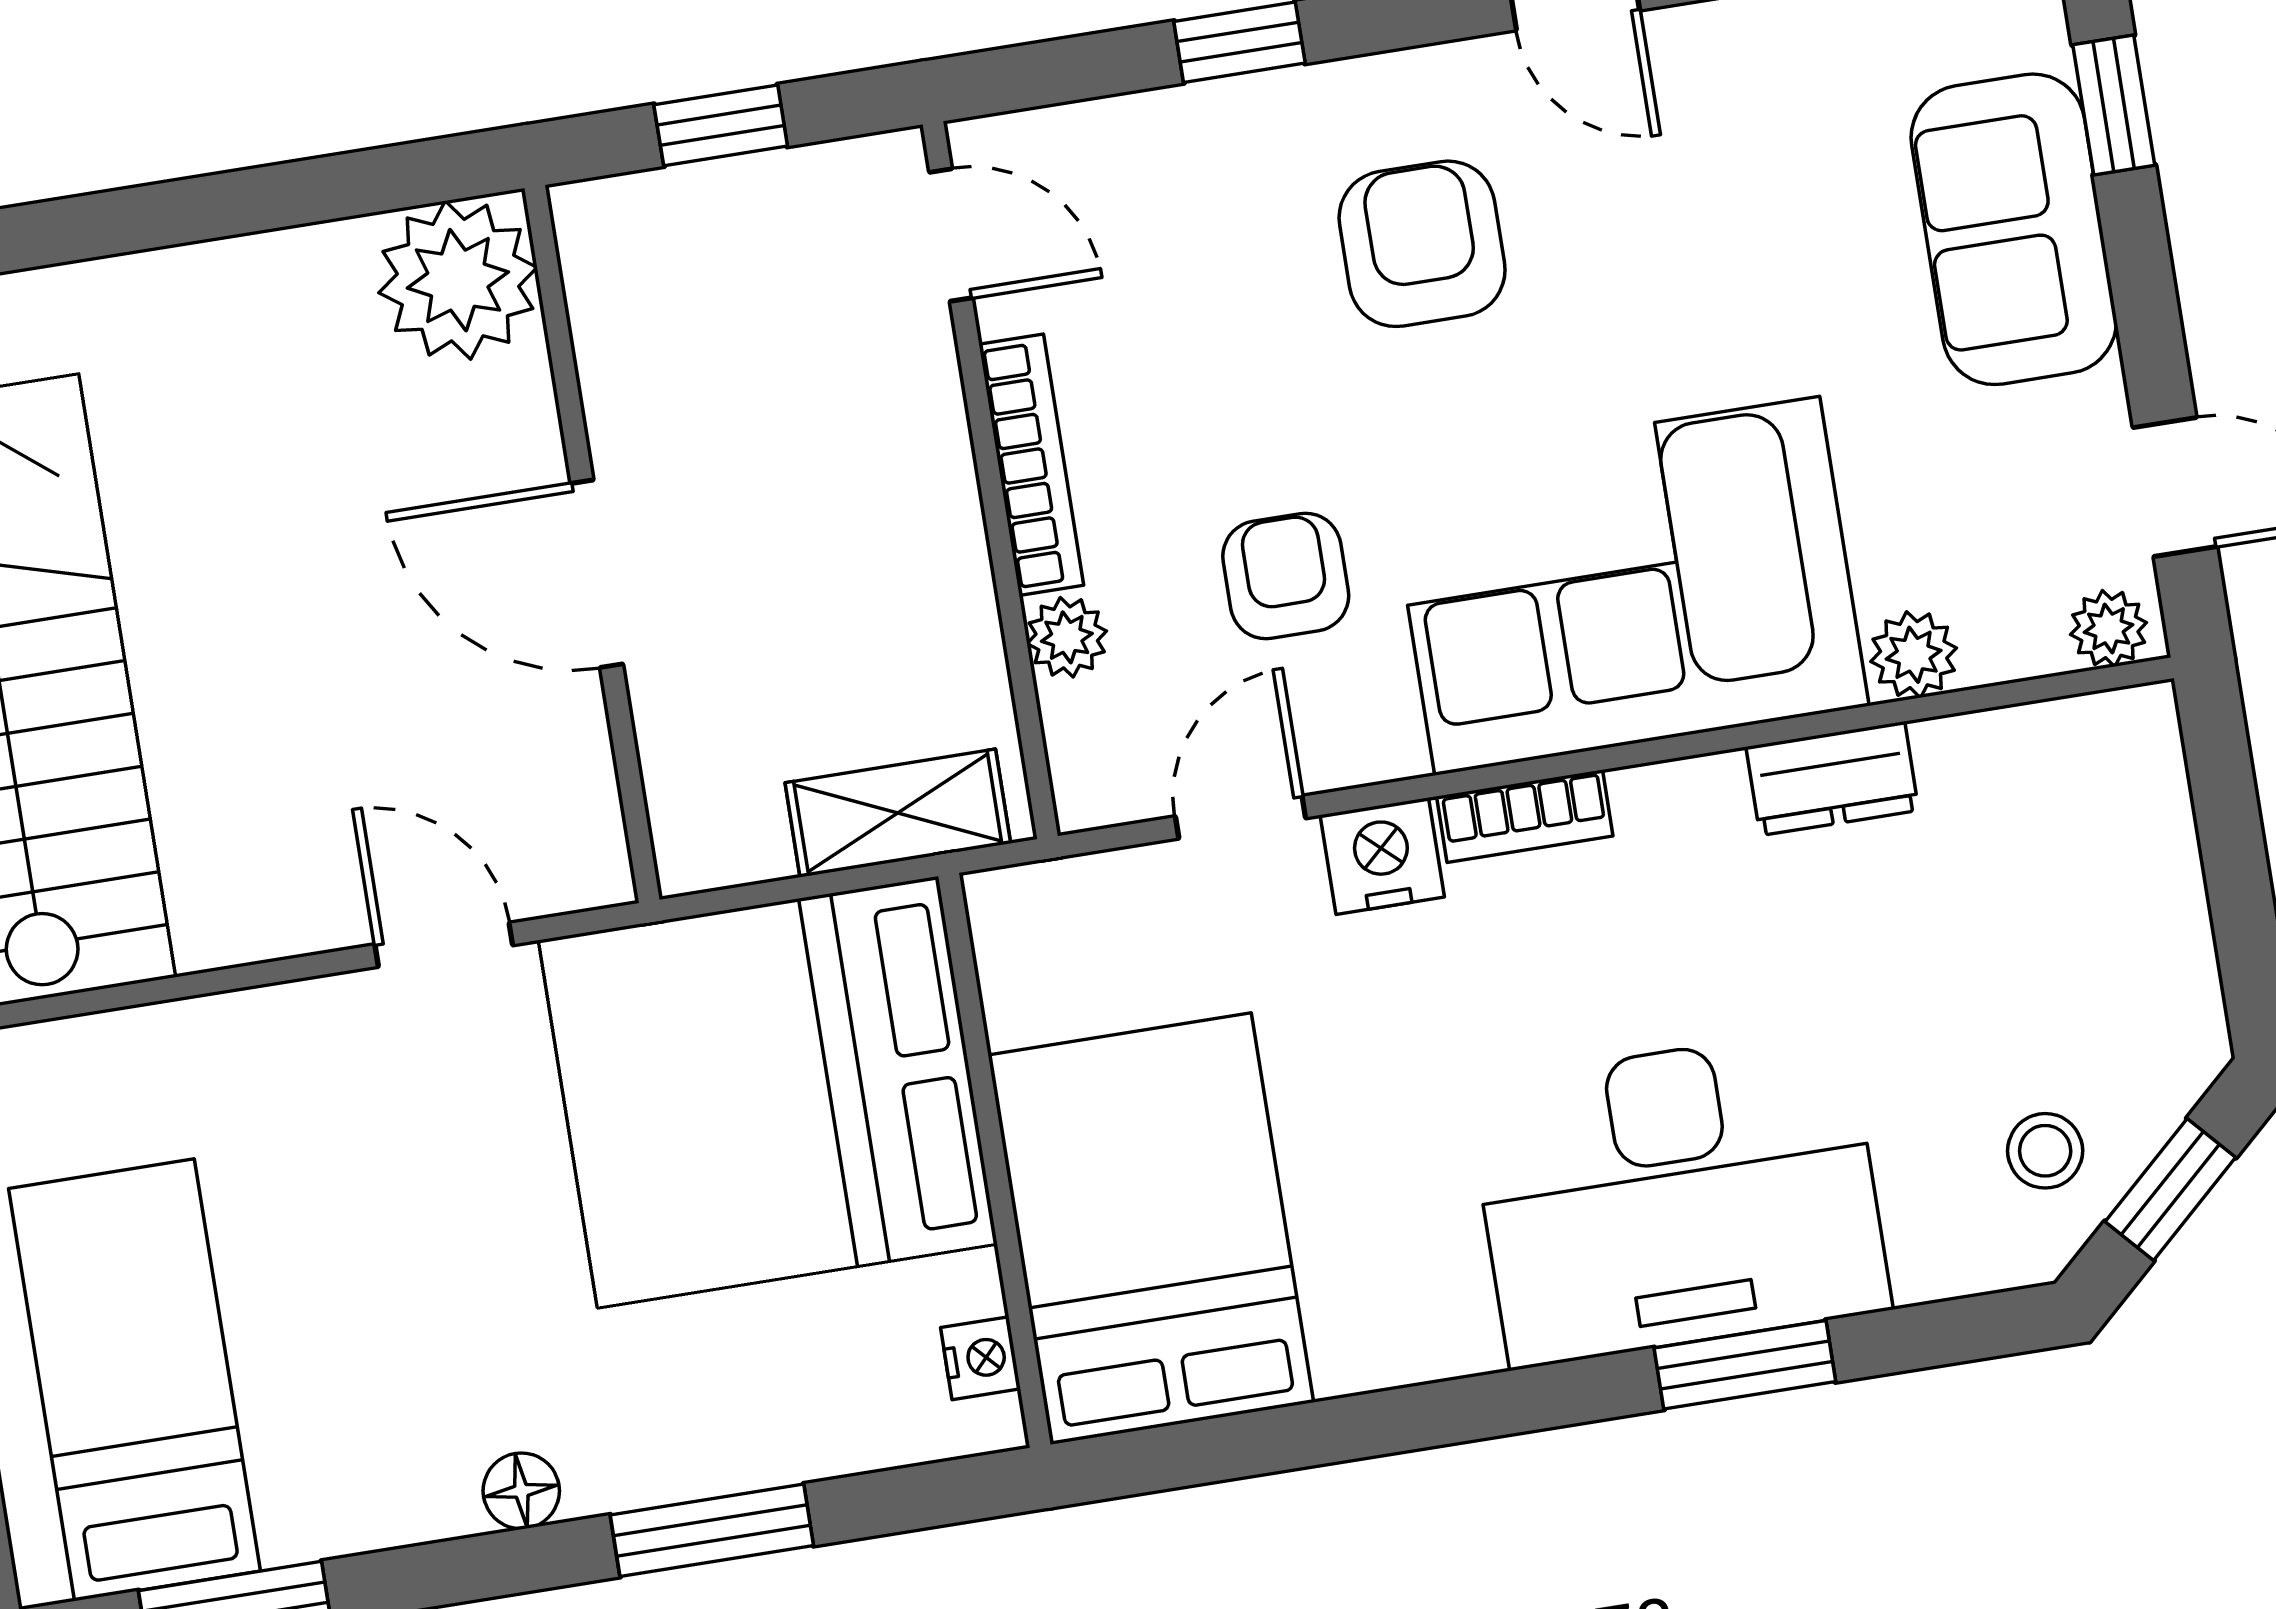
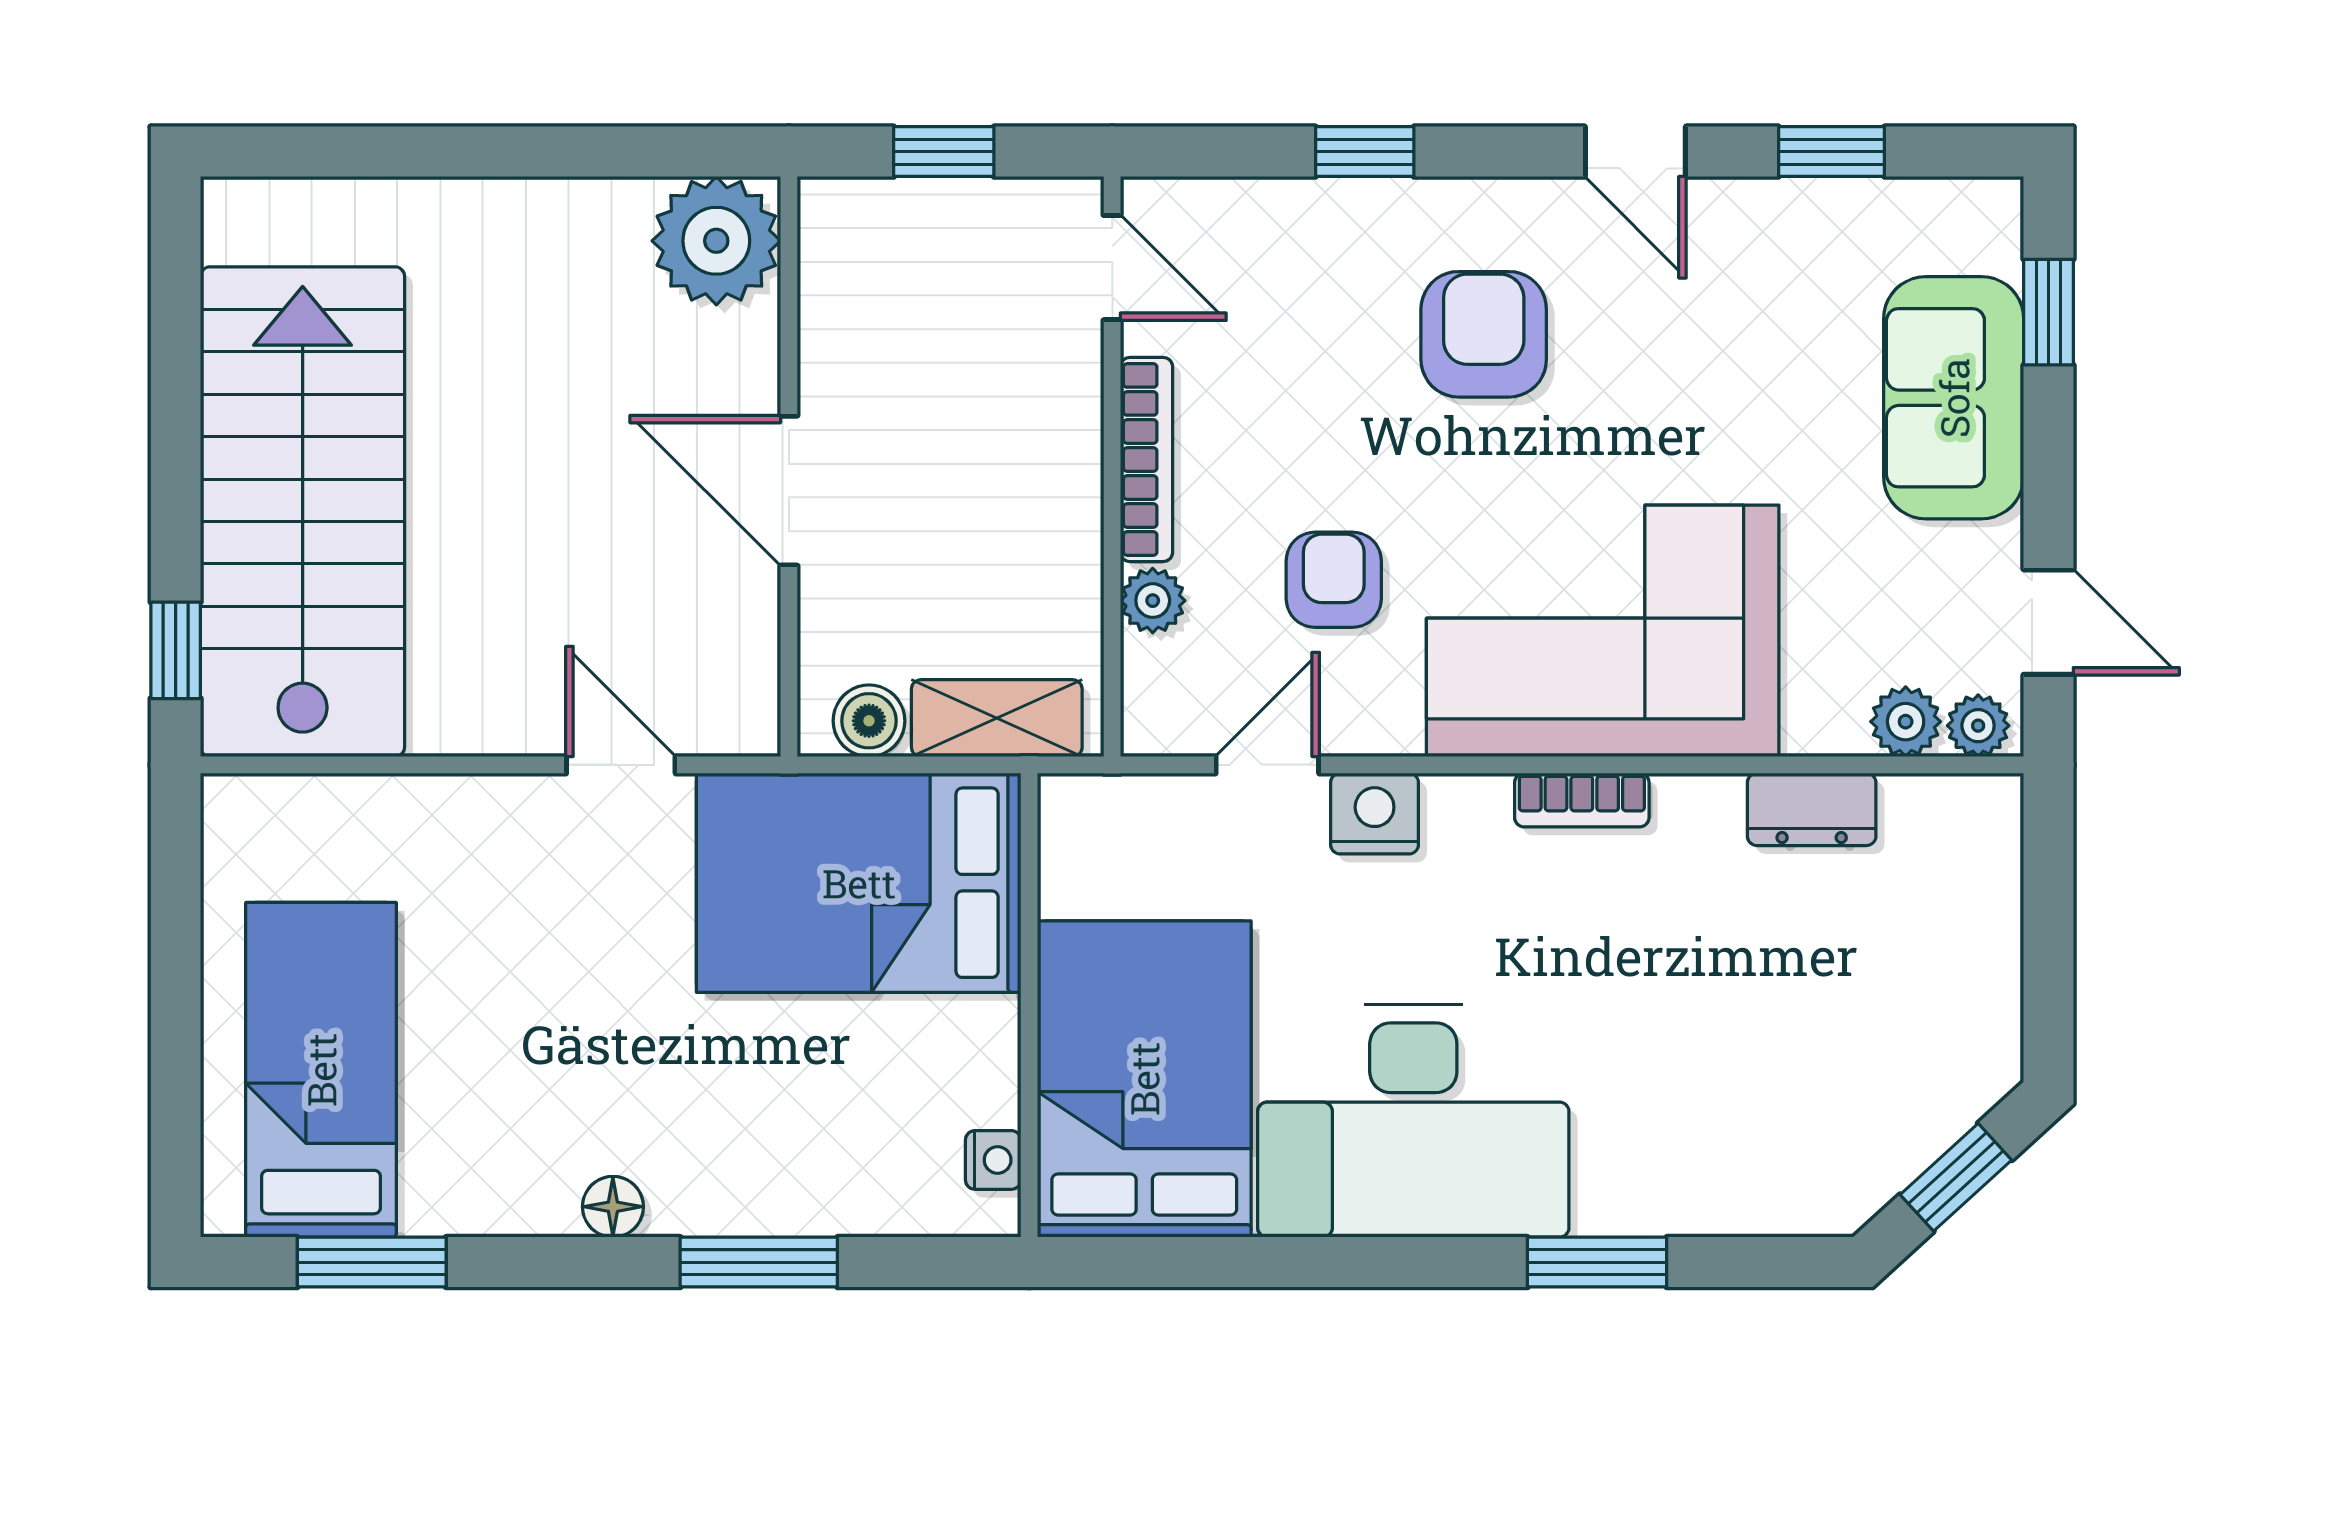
plant: (1914, 655) -> (1906, 722), moved
dresser: (1832, 779) -> (1812, 809), moved
bookcase: (1525, 816) -> (1582, 800), moved
boiler: (741, 841) -> (869, 721), added
bed: (768, 1092) -> (859, 883), width x0.73
stool: (2045, 1151) -> (1862, 1131), removed
desk: (1679, 1197) -> (1413, 1121), moved

